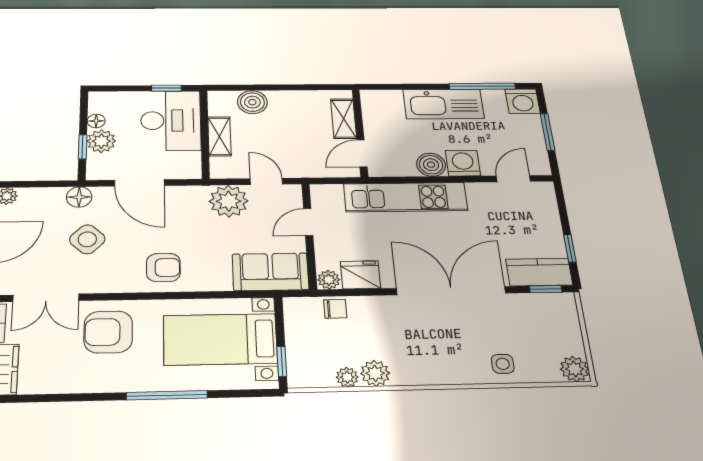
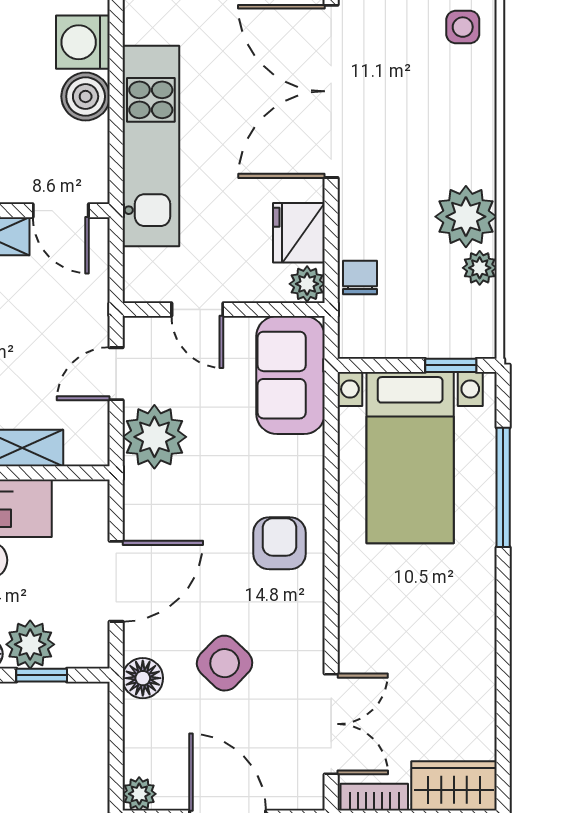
armchair: (108, 332) -> (394, 628), removed
plant: (375, 373) -> (466, 217), width x1.36, depth x1.36
window: (167, 395) -> (503, 487), moved

